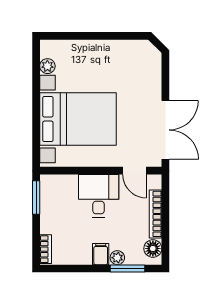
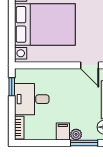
desk: (99, 196) -> (32, 99), moved, turned -90
window: (36, 198) -> (12, 87), width x0.67

